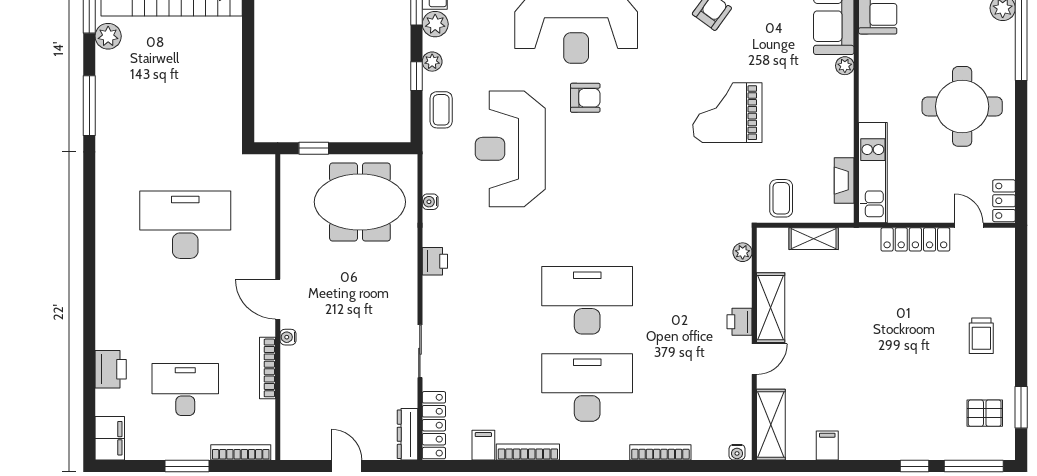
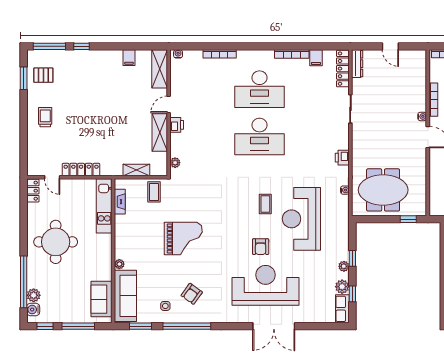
armchair: (585, 98) -> (261, 247), turned -90
coffee table: (441, 110) -> (265, 204), moved
reception desk: (510, 149) -> (301, 219), turned 180

